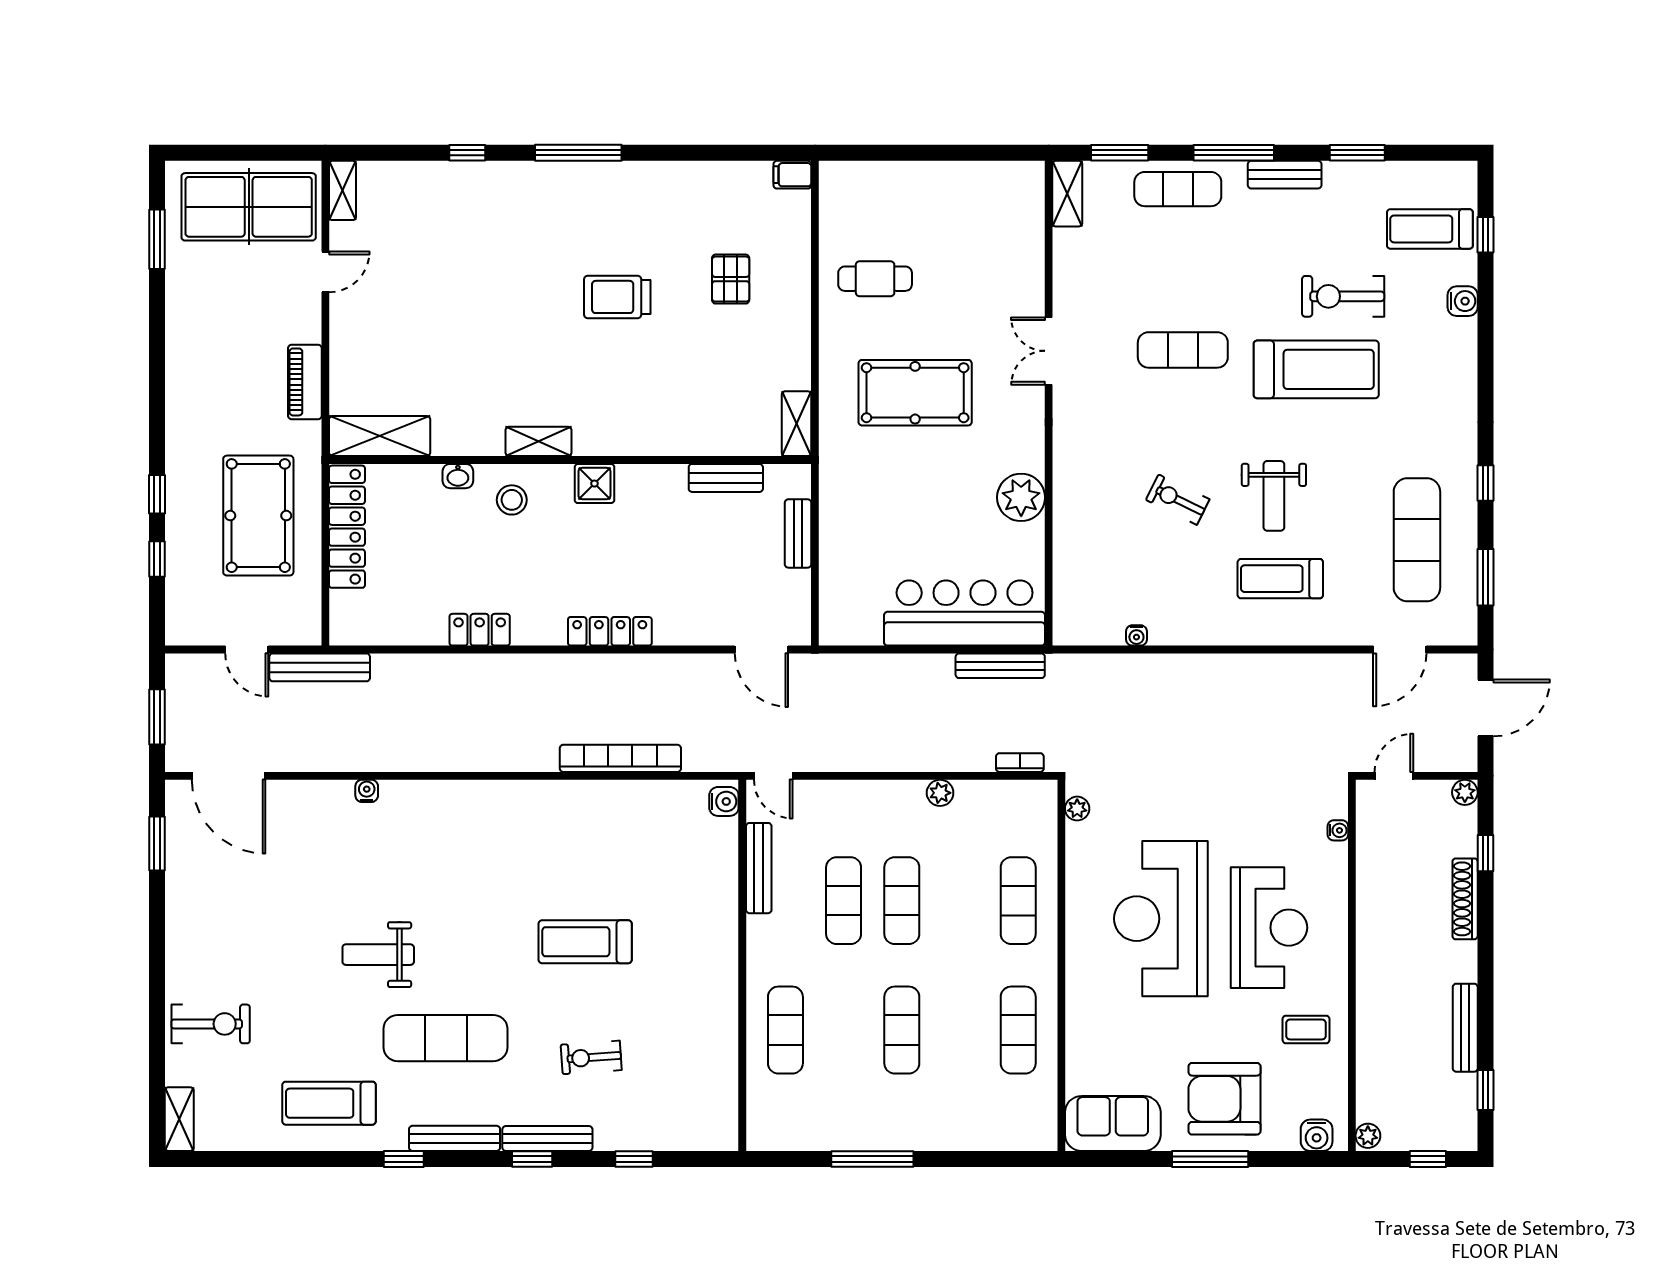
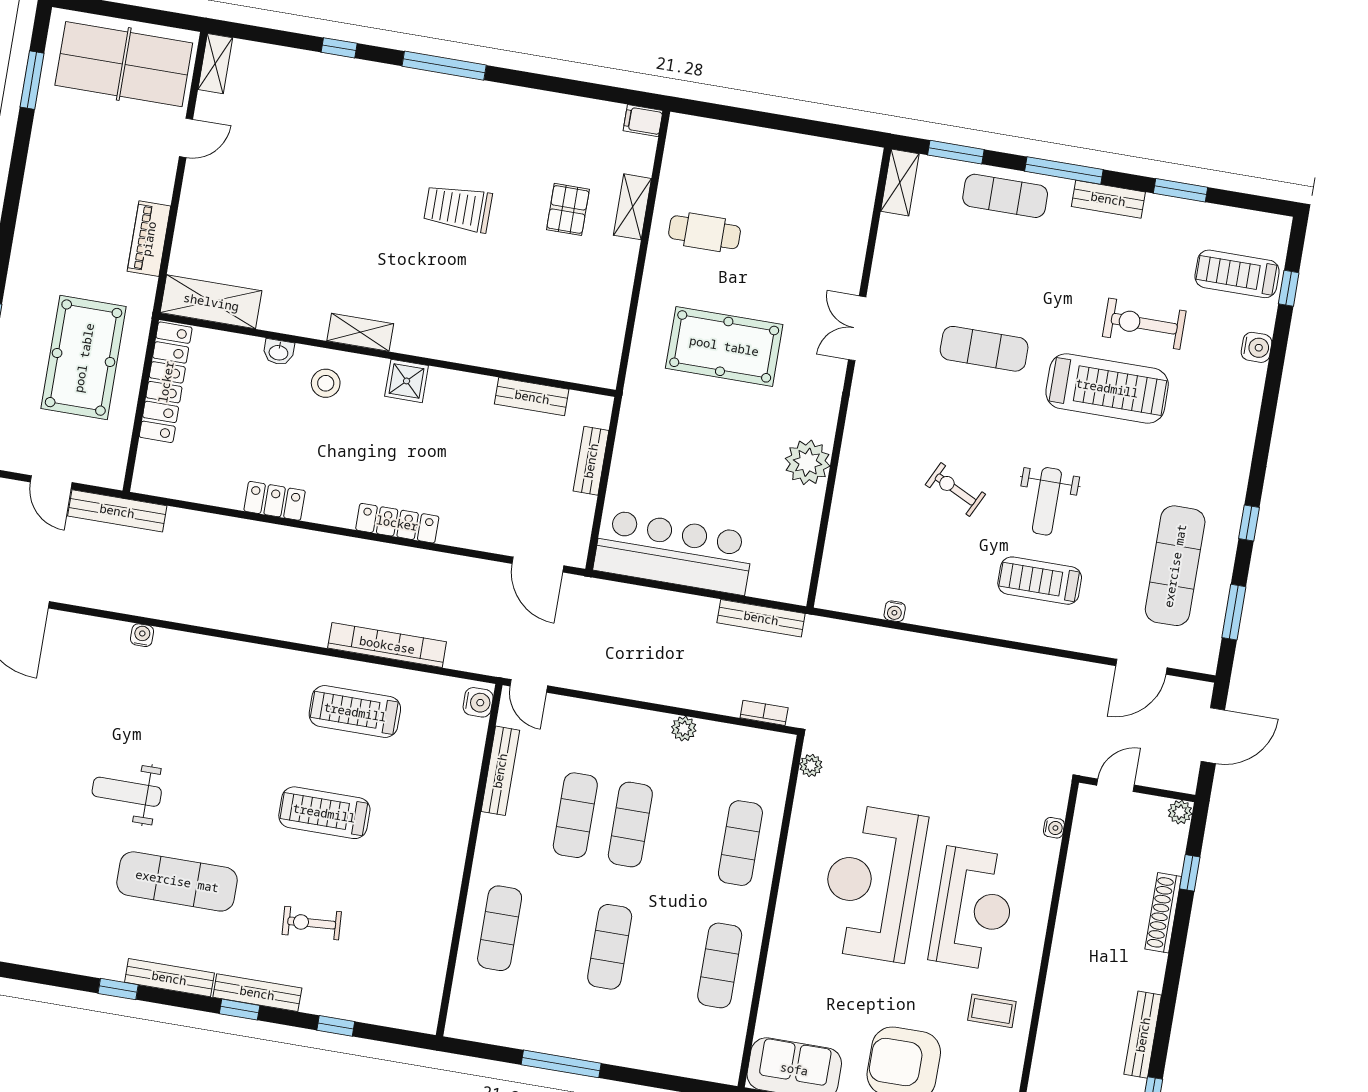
shelving: (796, 424) -> (632, 207), moved
bar counter: (965, 613) -> (674, 552), moved
treadmill: (329, 1103) -> (355, 712), moved

